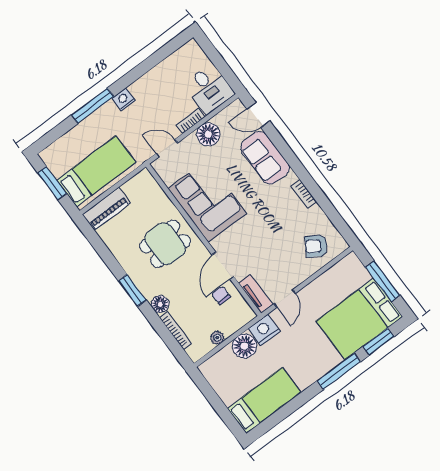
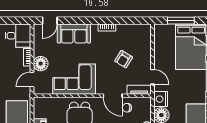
floor lamp: (208, 134) -> (41, 64), moved
armchair: (316, 246) -> (124, 59), moved

